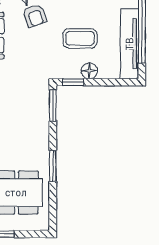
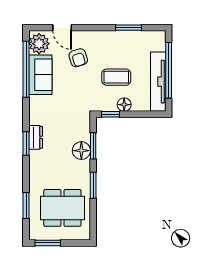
window: (53, 105) -> (93, 146), moved
floor lamp: (39, 125) -> (81, 151), added

